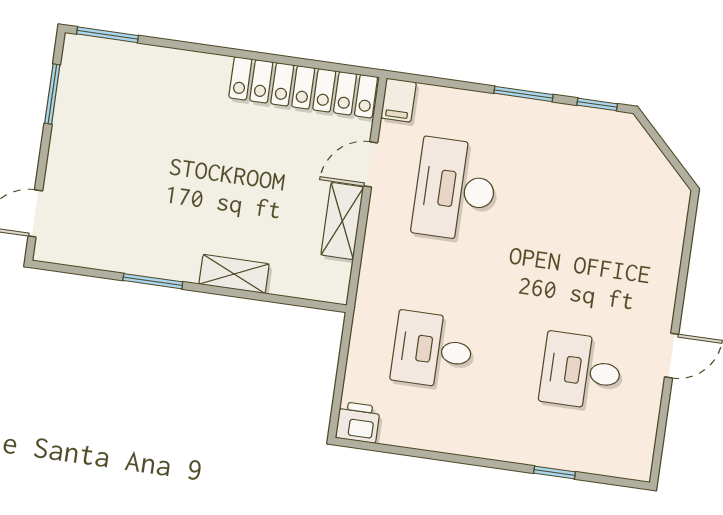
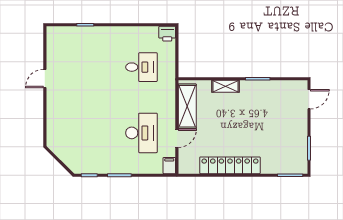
locker: (303, 87) -> (230, 165), moved
shelving: (342, 221) -> (187, 106), width x1.50, depth x1.33
desk: (581, 371) -> (80, 67), removed

